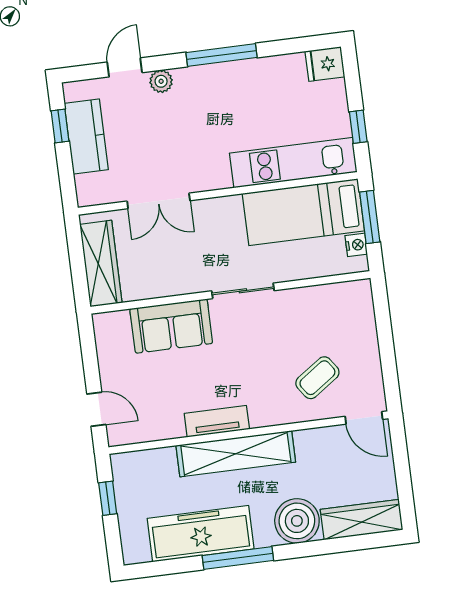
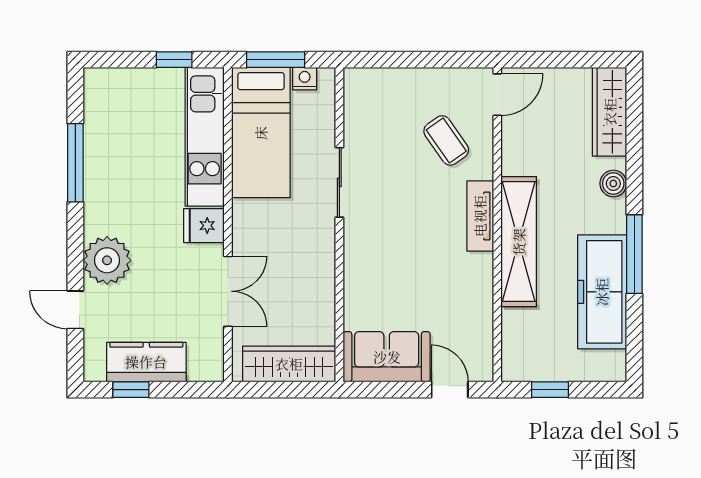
window: (222, 55) -> (75, 163), moved
fridge: (325, 64) -> (204, 226), moved, turned 90
plant: (161, 81) -> (107, 260), width x1.88, depth x1.88
sliding door: (243, 291) -> (339, 182), moved
sofa: (171, 326) -> (387, 357), moved, turned -90
door: (96, 409) -> (450, 390), hinge flipped
tv unit: (217, 421) -> (480, 216), moved
boiler: (297, 521) -> (613, 183), width x0.54, depth x0.54

